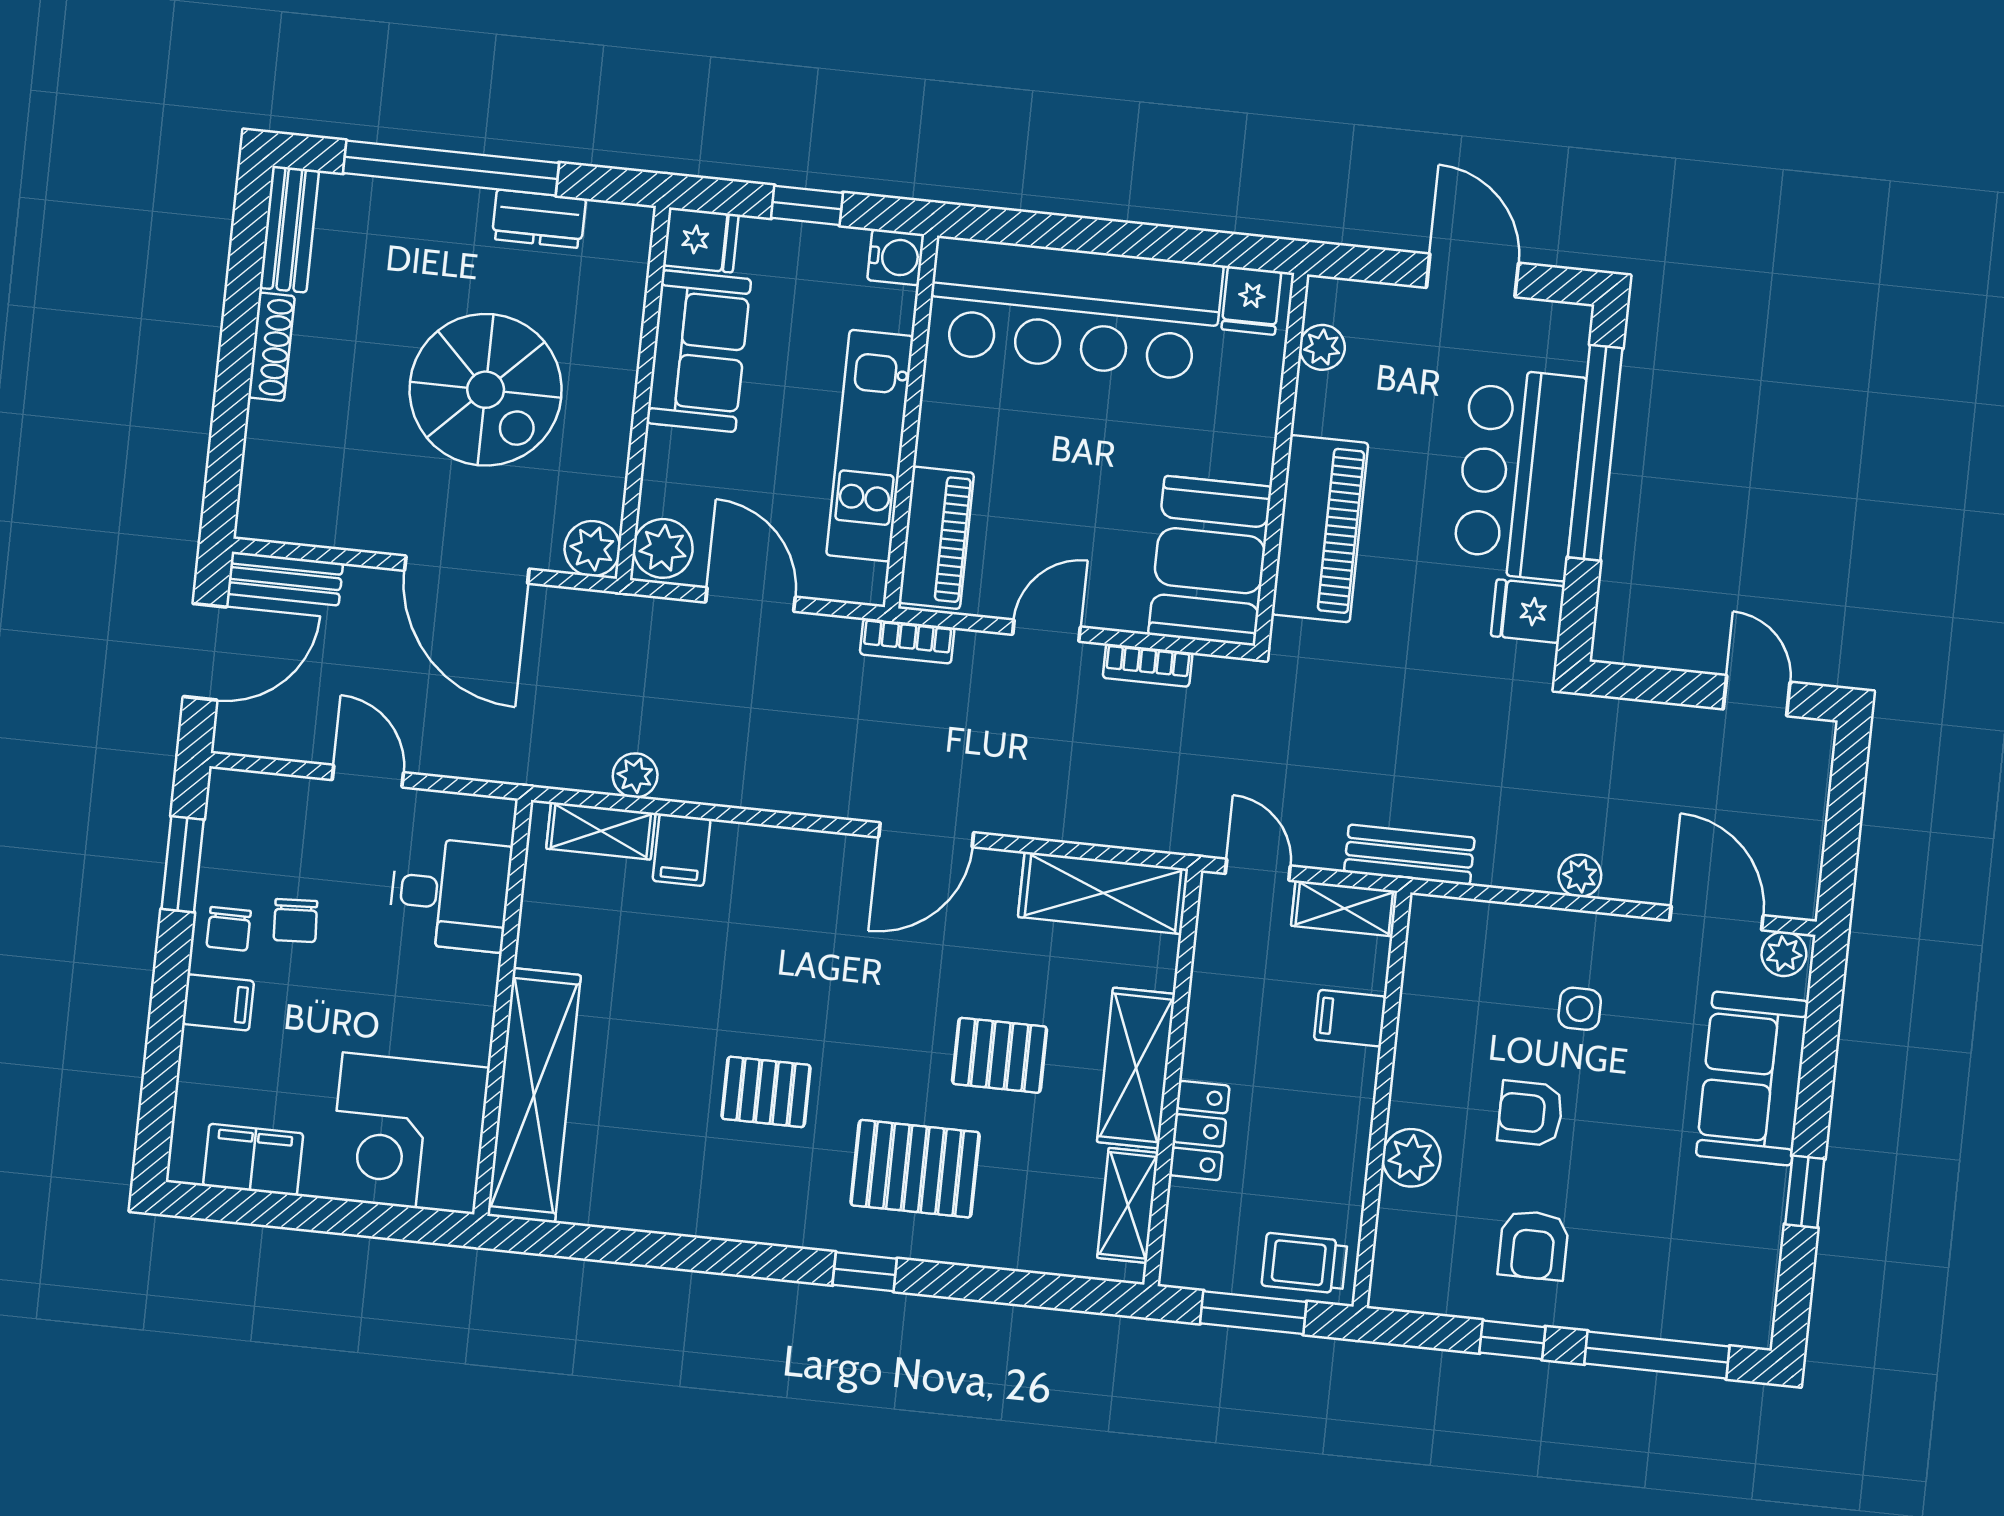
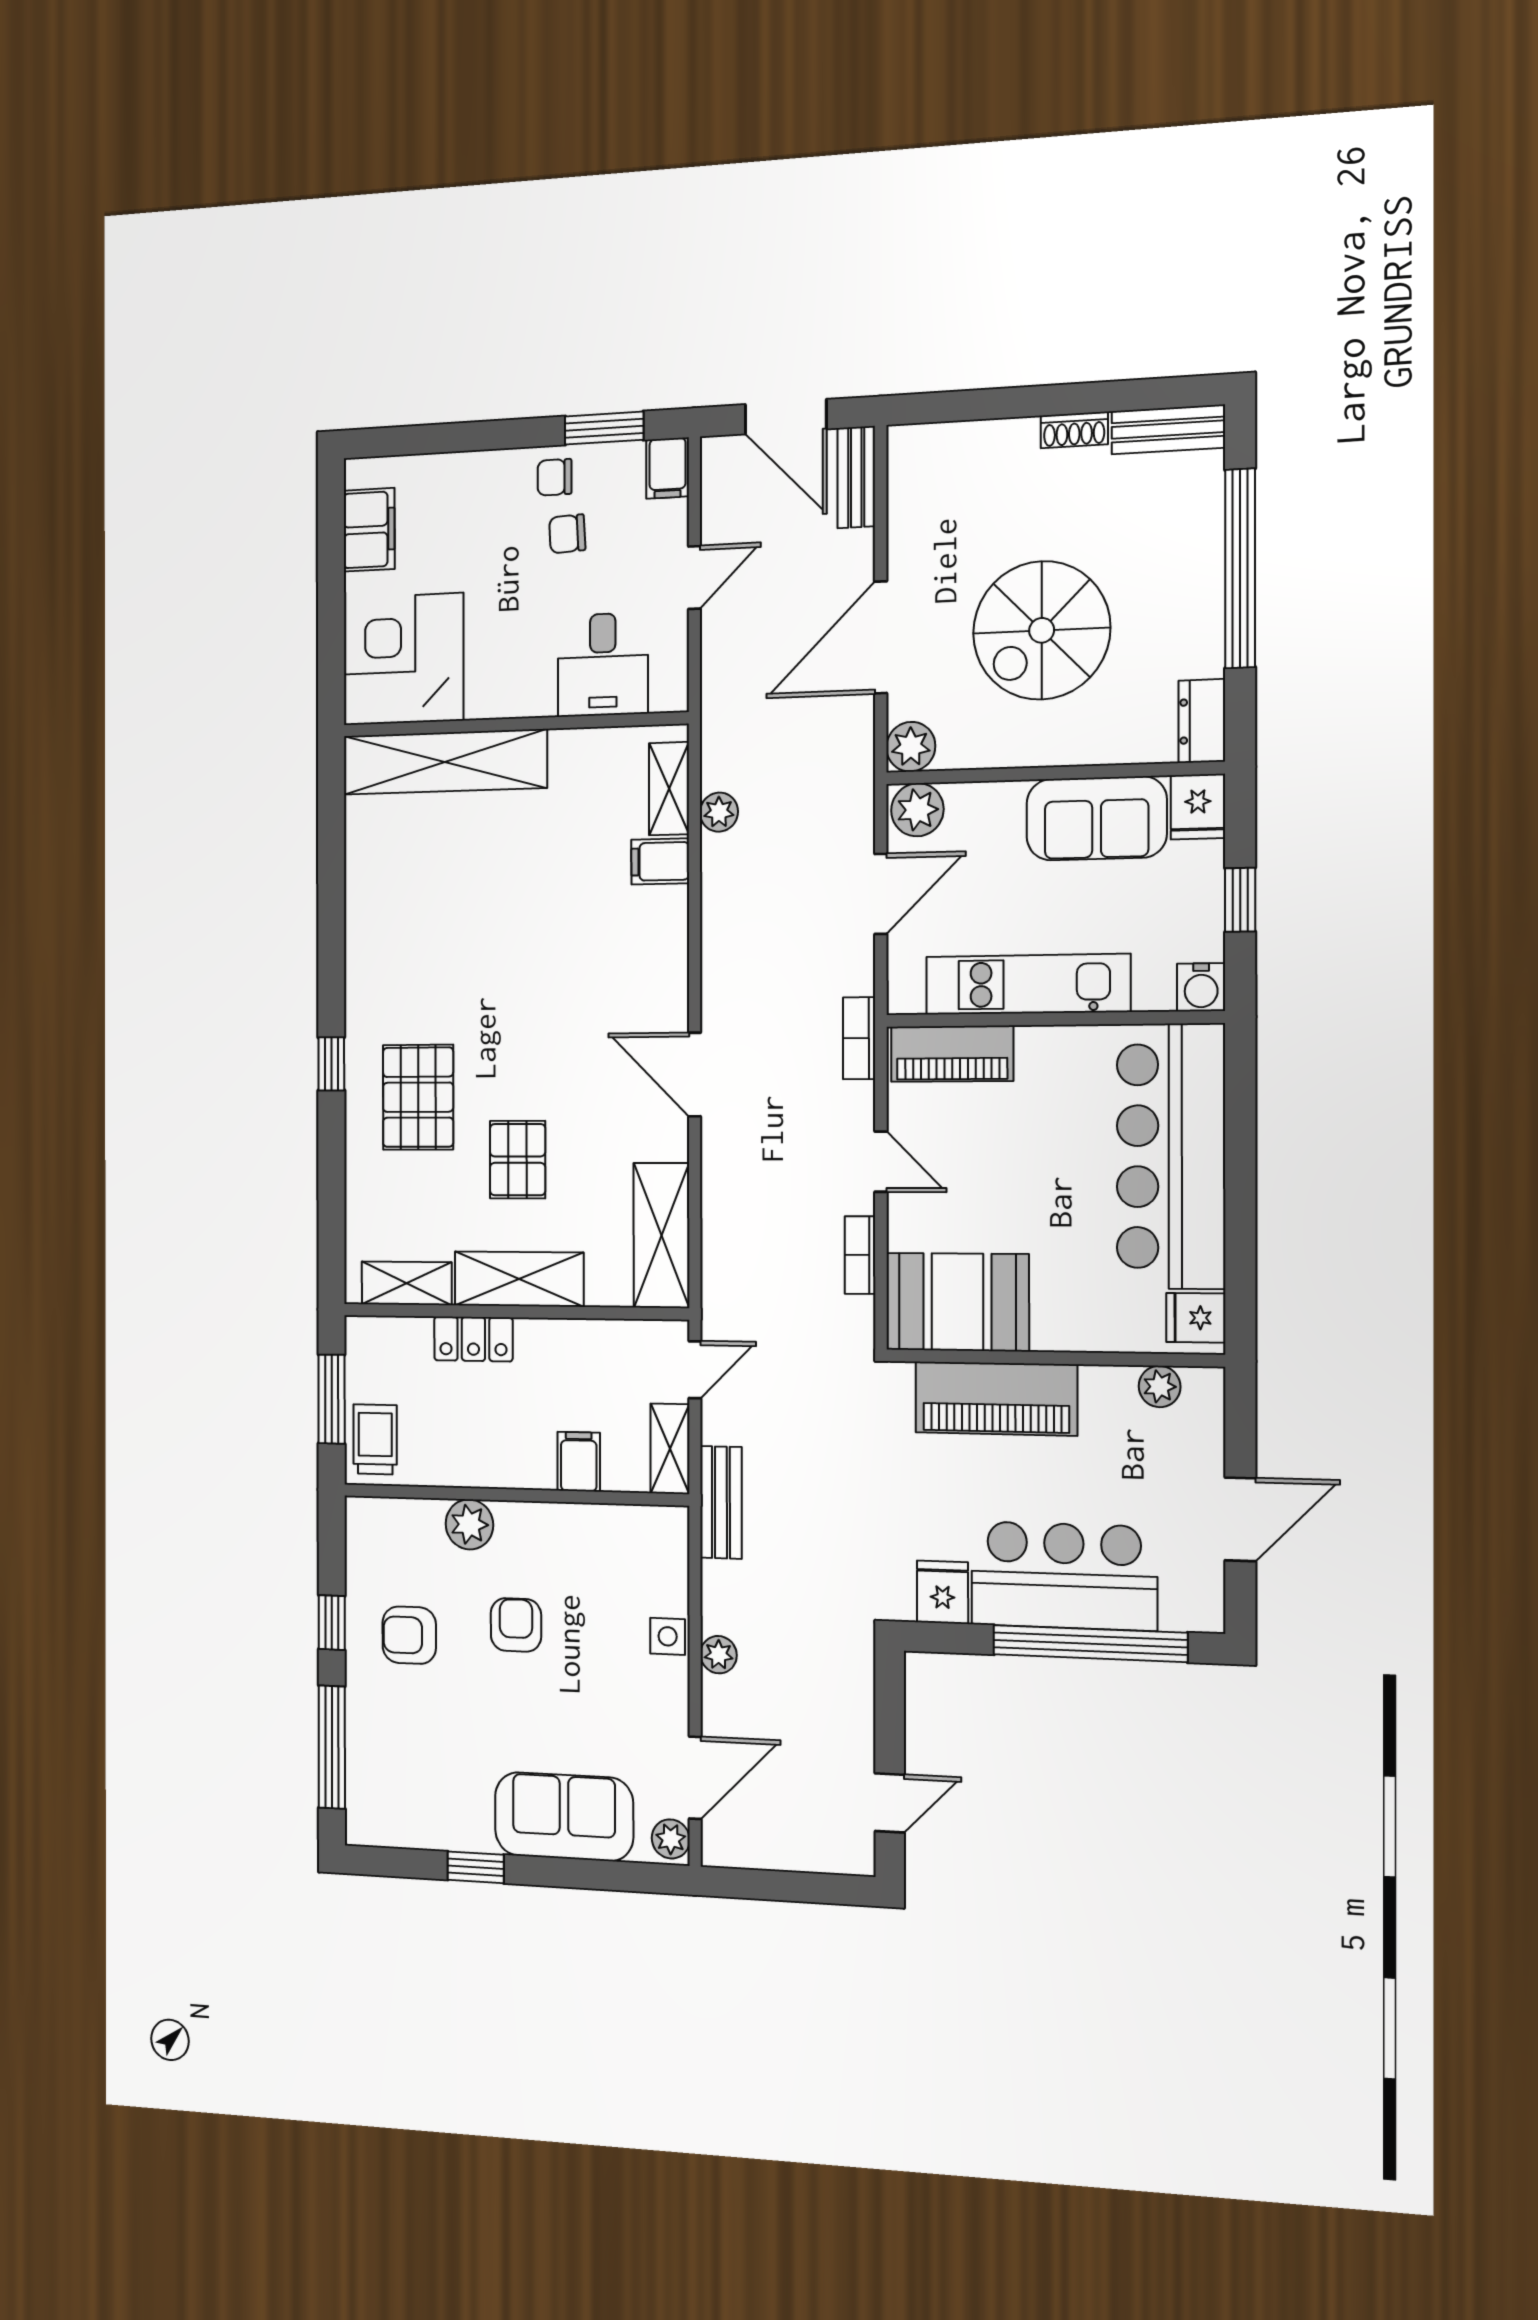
dresser: (539, 219) -> (1202, 721), moved
shoe rack: (271, 347) -> (1074, 430), width x0.70
filing cabinet: (218, 1002) -> (668, 468), moved
side table: (1580, 1009) -> (668, 1636), moved
pallet: (766, 1092) -> (467, 961), removed

